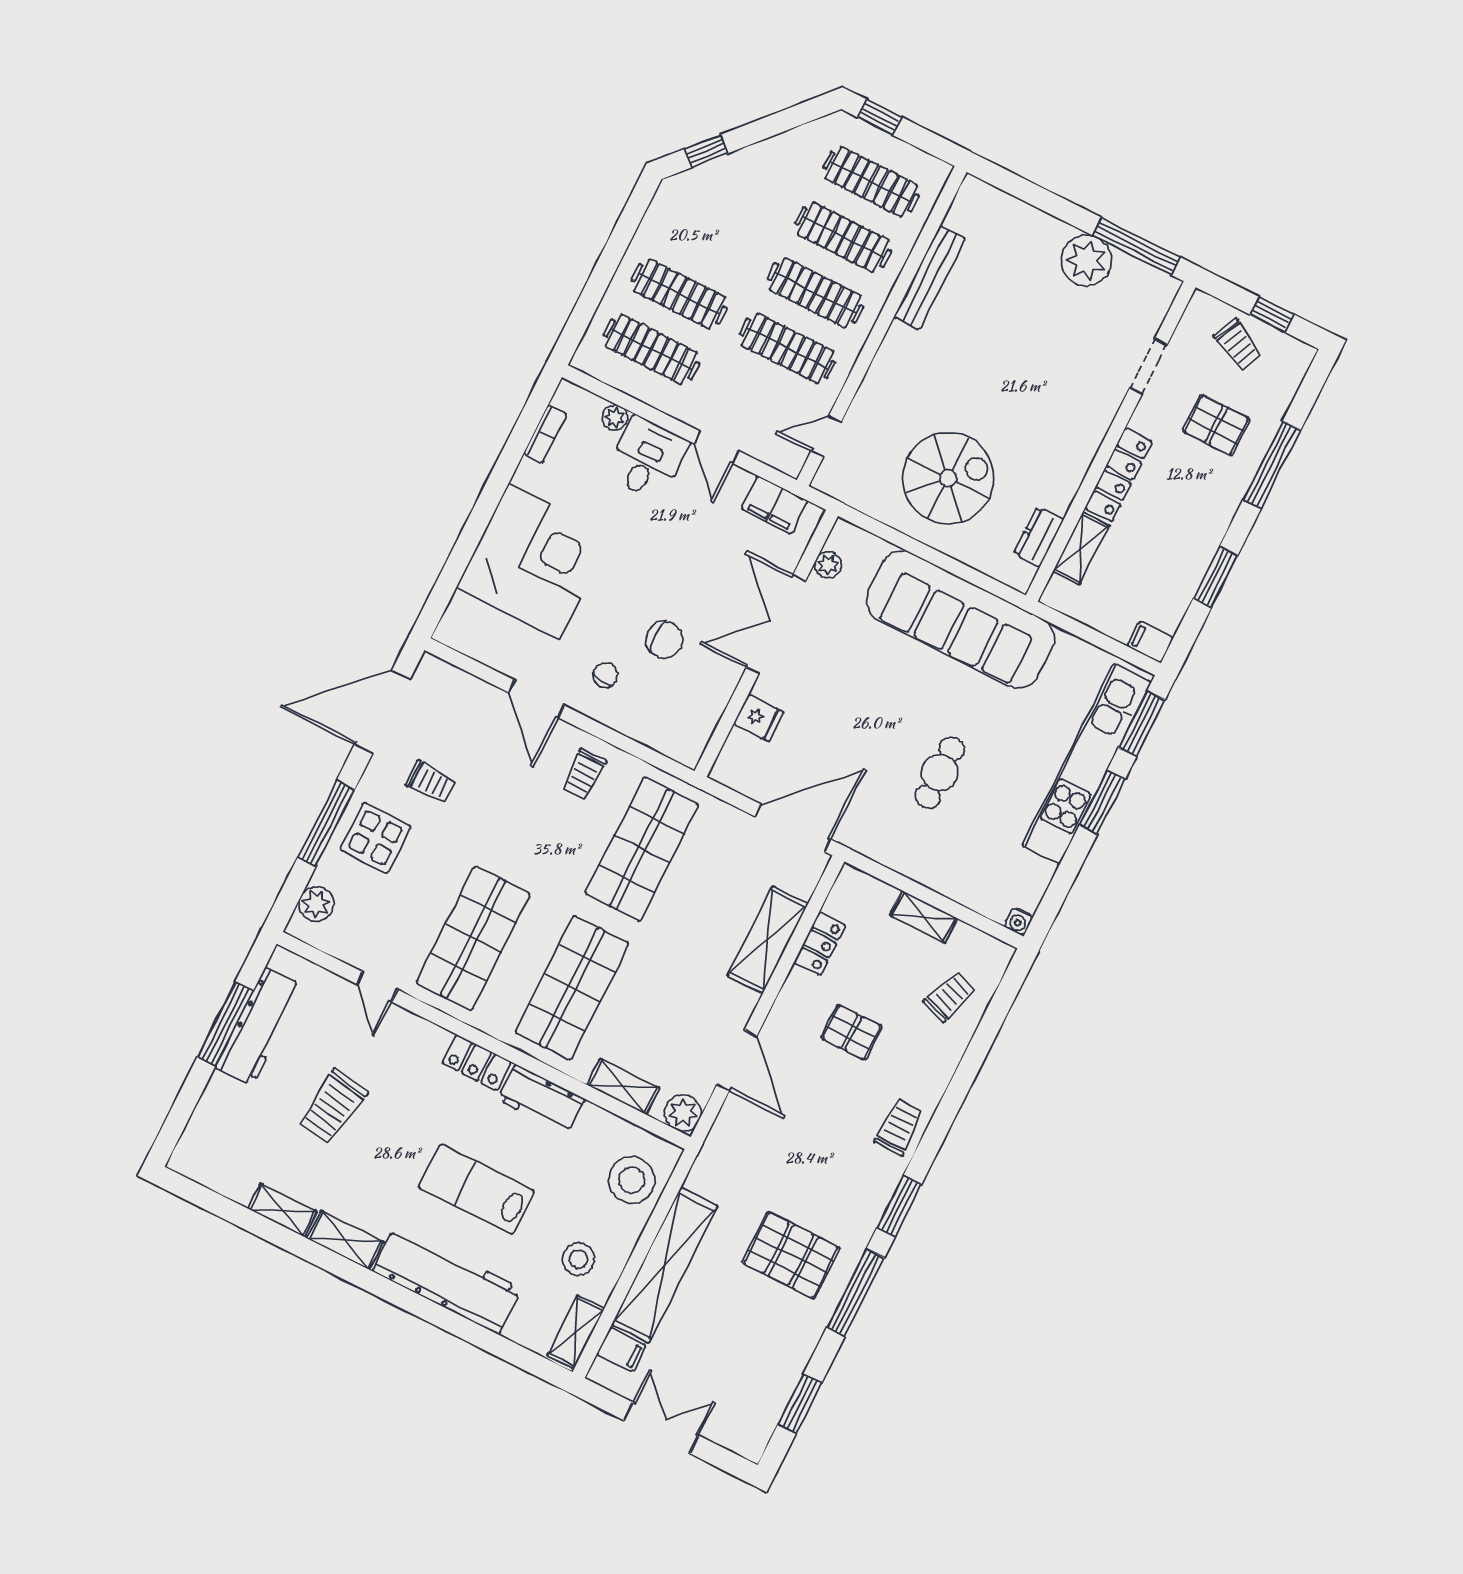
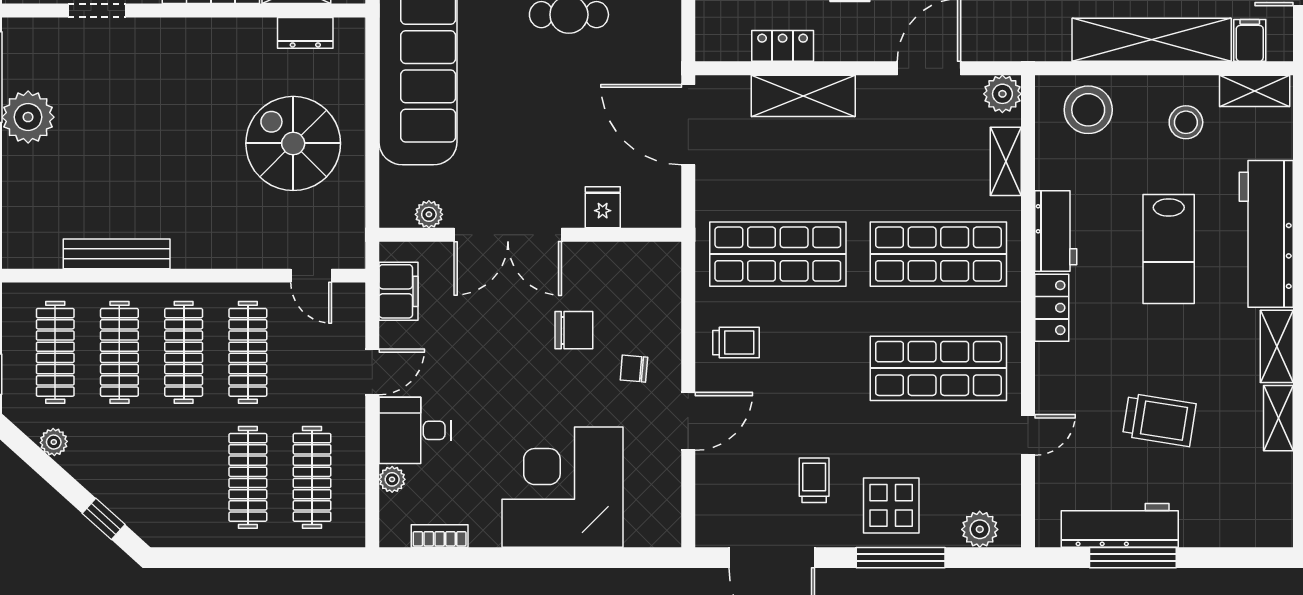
plant: (794, 141) -> (54, 442), added
chair: (665, 640) -> (574, 330), turned 90

